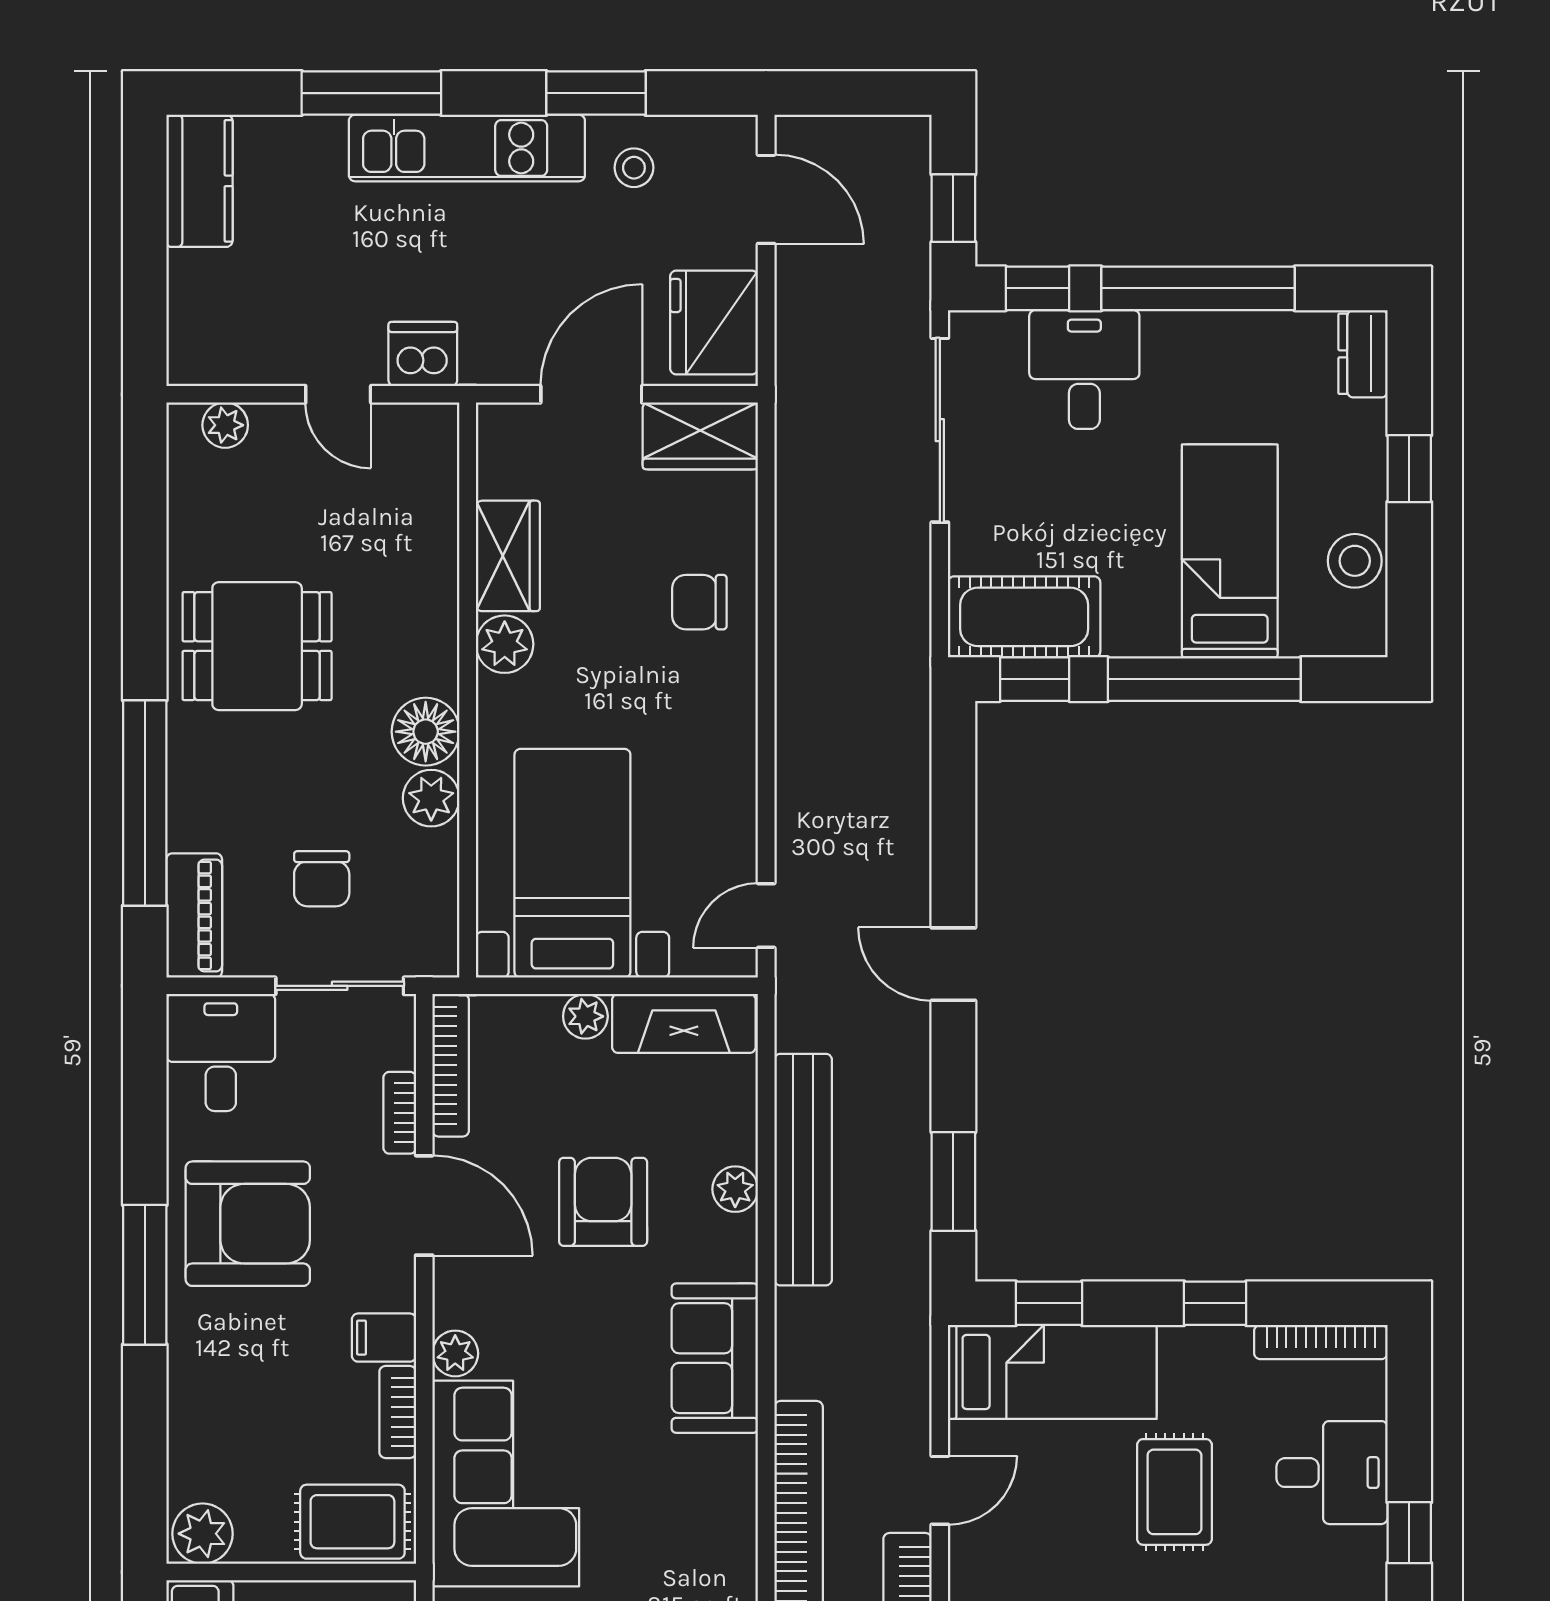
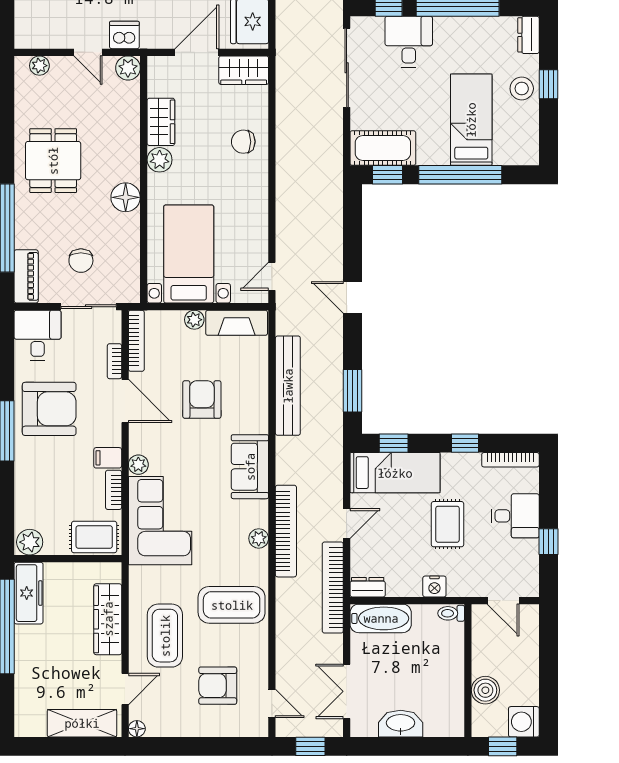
stool: (1355, 561) -> (522, 89), moved
dining table: (257, 646) -> (53, 161), turned 90
plant: (431, 798) -> (128, 68), moved
plant: (735, 1189) -> (259, 538), moved

